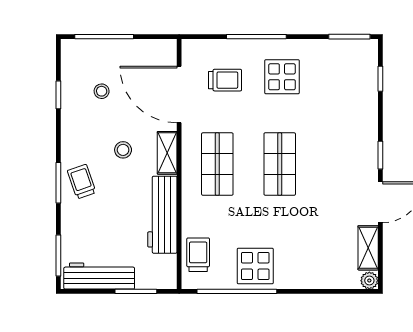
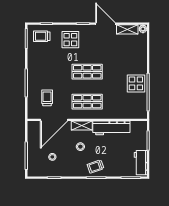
display table: (282, 77) -> (70, 40), moved
trolley: (198, 255) -> (42, 36), moved
workbench: (99, 276) -> (141, 163), width x0.73

